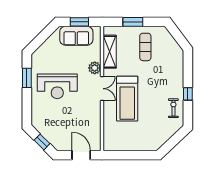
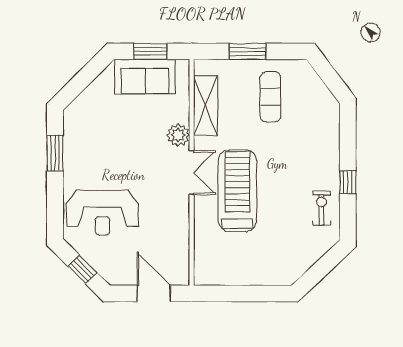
reception desk: (57, 86) -> (102, 213), moved
treadmill: (127, 99) -> (237, 191), turned 180

